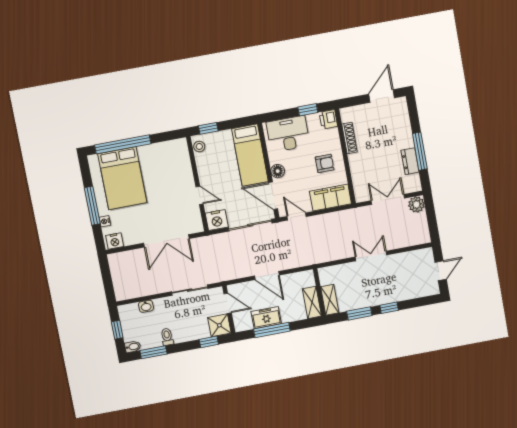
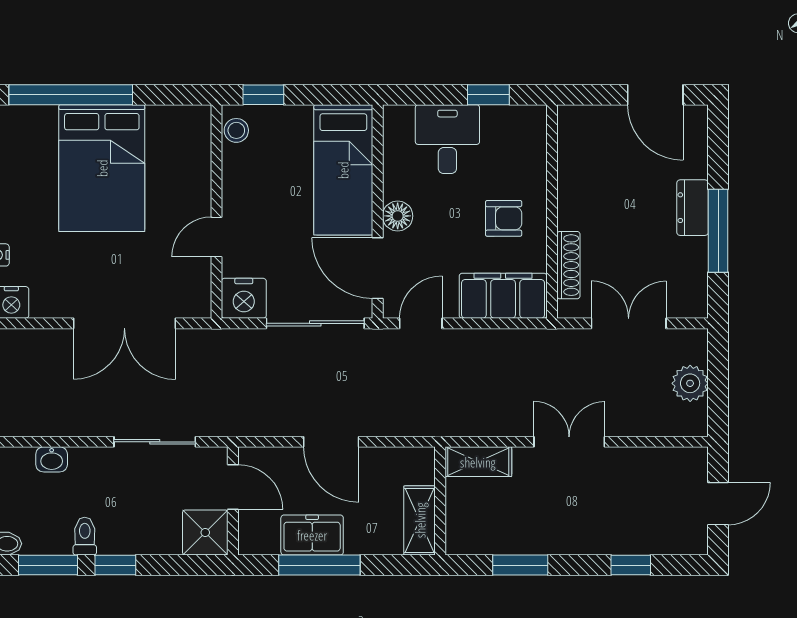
door: (382, 96) -> (655, 95), swing flipped
printer: (328, 119) -> (530, 124), removed
desk: (288, 134) -> (447, 139), width x0.73
shoe rack: (349, 138) -> (568, 265), moved
dresser: (410, 161) -> (693, 208), moved
bed: (122, 178) -> (102, 168), moved
door: (200, 195) -> (216, 237), swing flipped
plant: (416, 204) -> (690, 383), moved
door: (297, 216) -> (421, 323), hinge flipped
shelving: (330, 300) -> (478, 462), moved, turned 90
window: (389, 308) -> (631, 565), moved
window: (209, 342) -> (115, 565), moved

